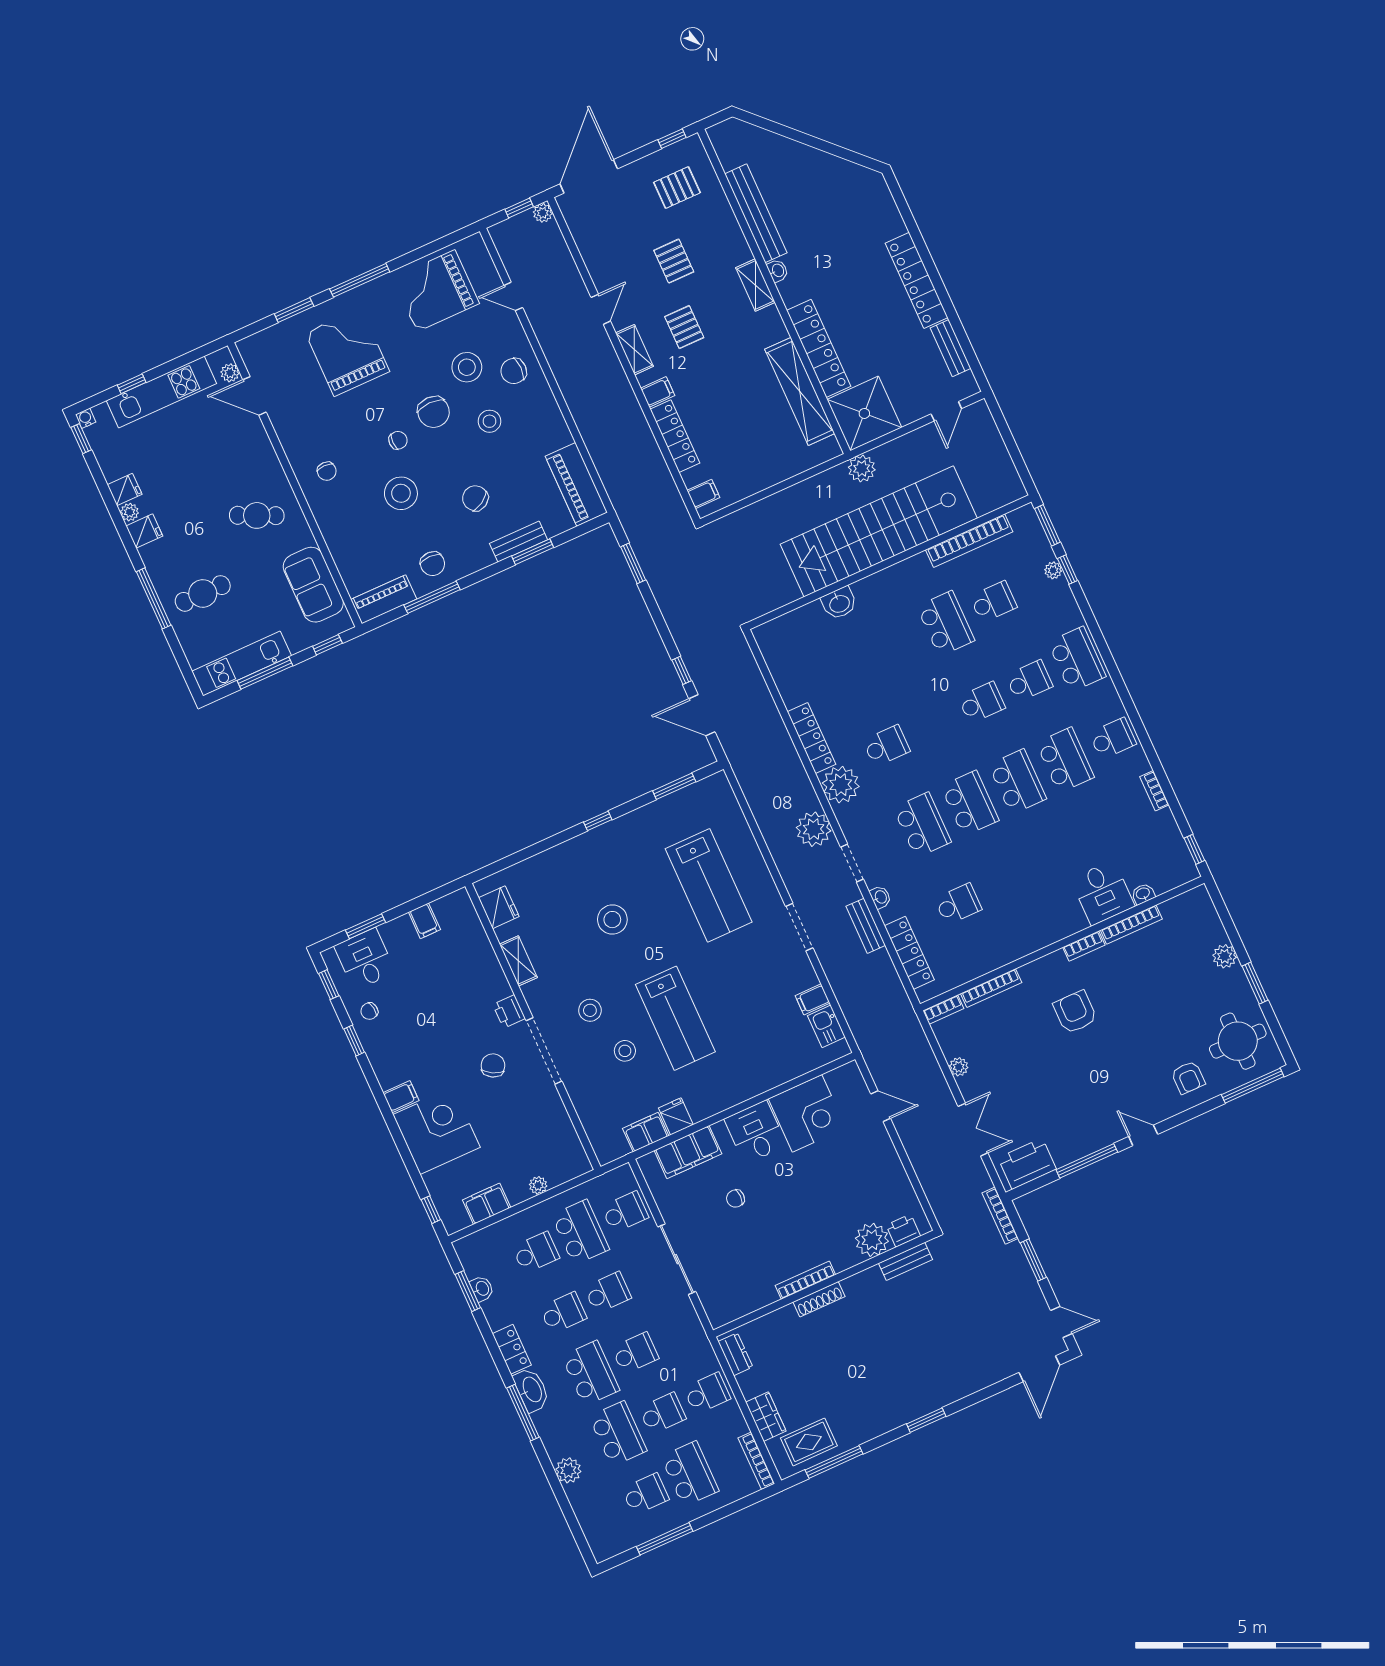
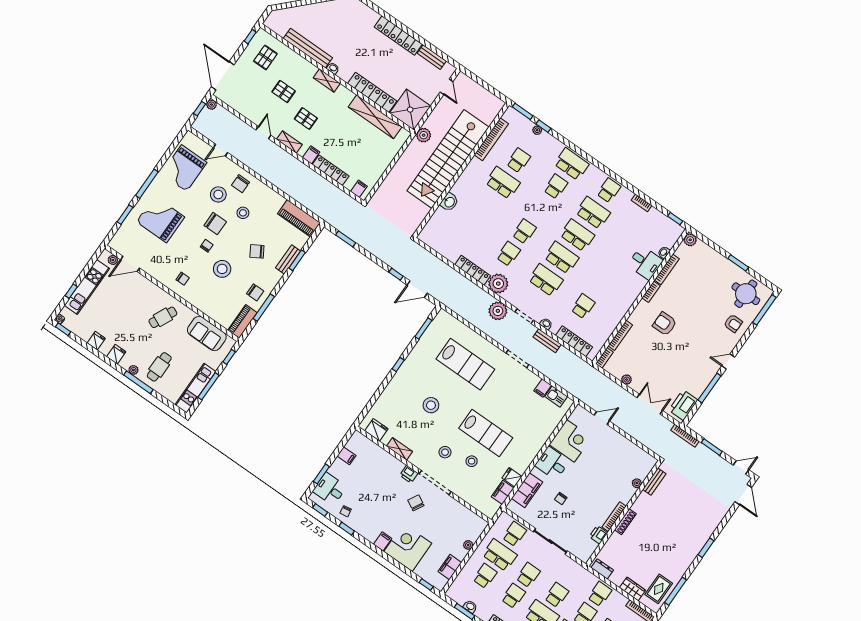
plant: (130, 512) -> (133, 370), moved
school desk: (982, 703) -> (524, 231), moved
plant: (1225, 956) -> (690, 240), moved
printer: (903, 1231) -> (598, 535), moved
plant: (872, 1240) -> (637, 483), width x0.53, depth x0.53

